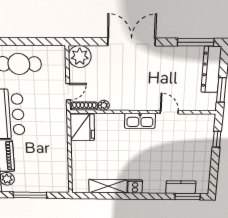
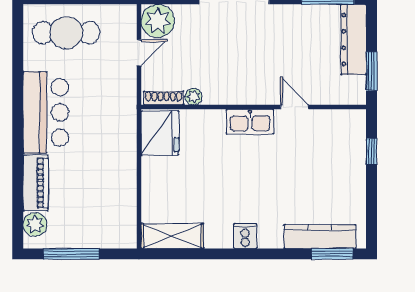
door: (68, 92) -> (139, 53), moved
shelving: (108, 186) -> (172, 236), moved
kitchen counter: (181, 187) -> (320, 237), width x1.50

